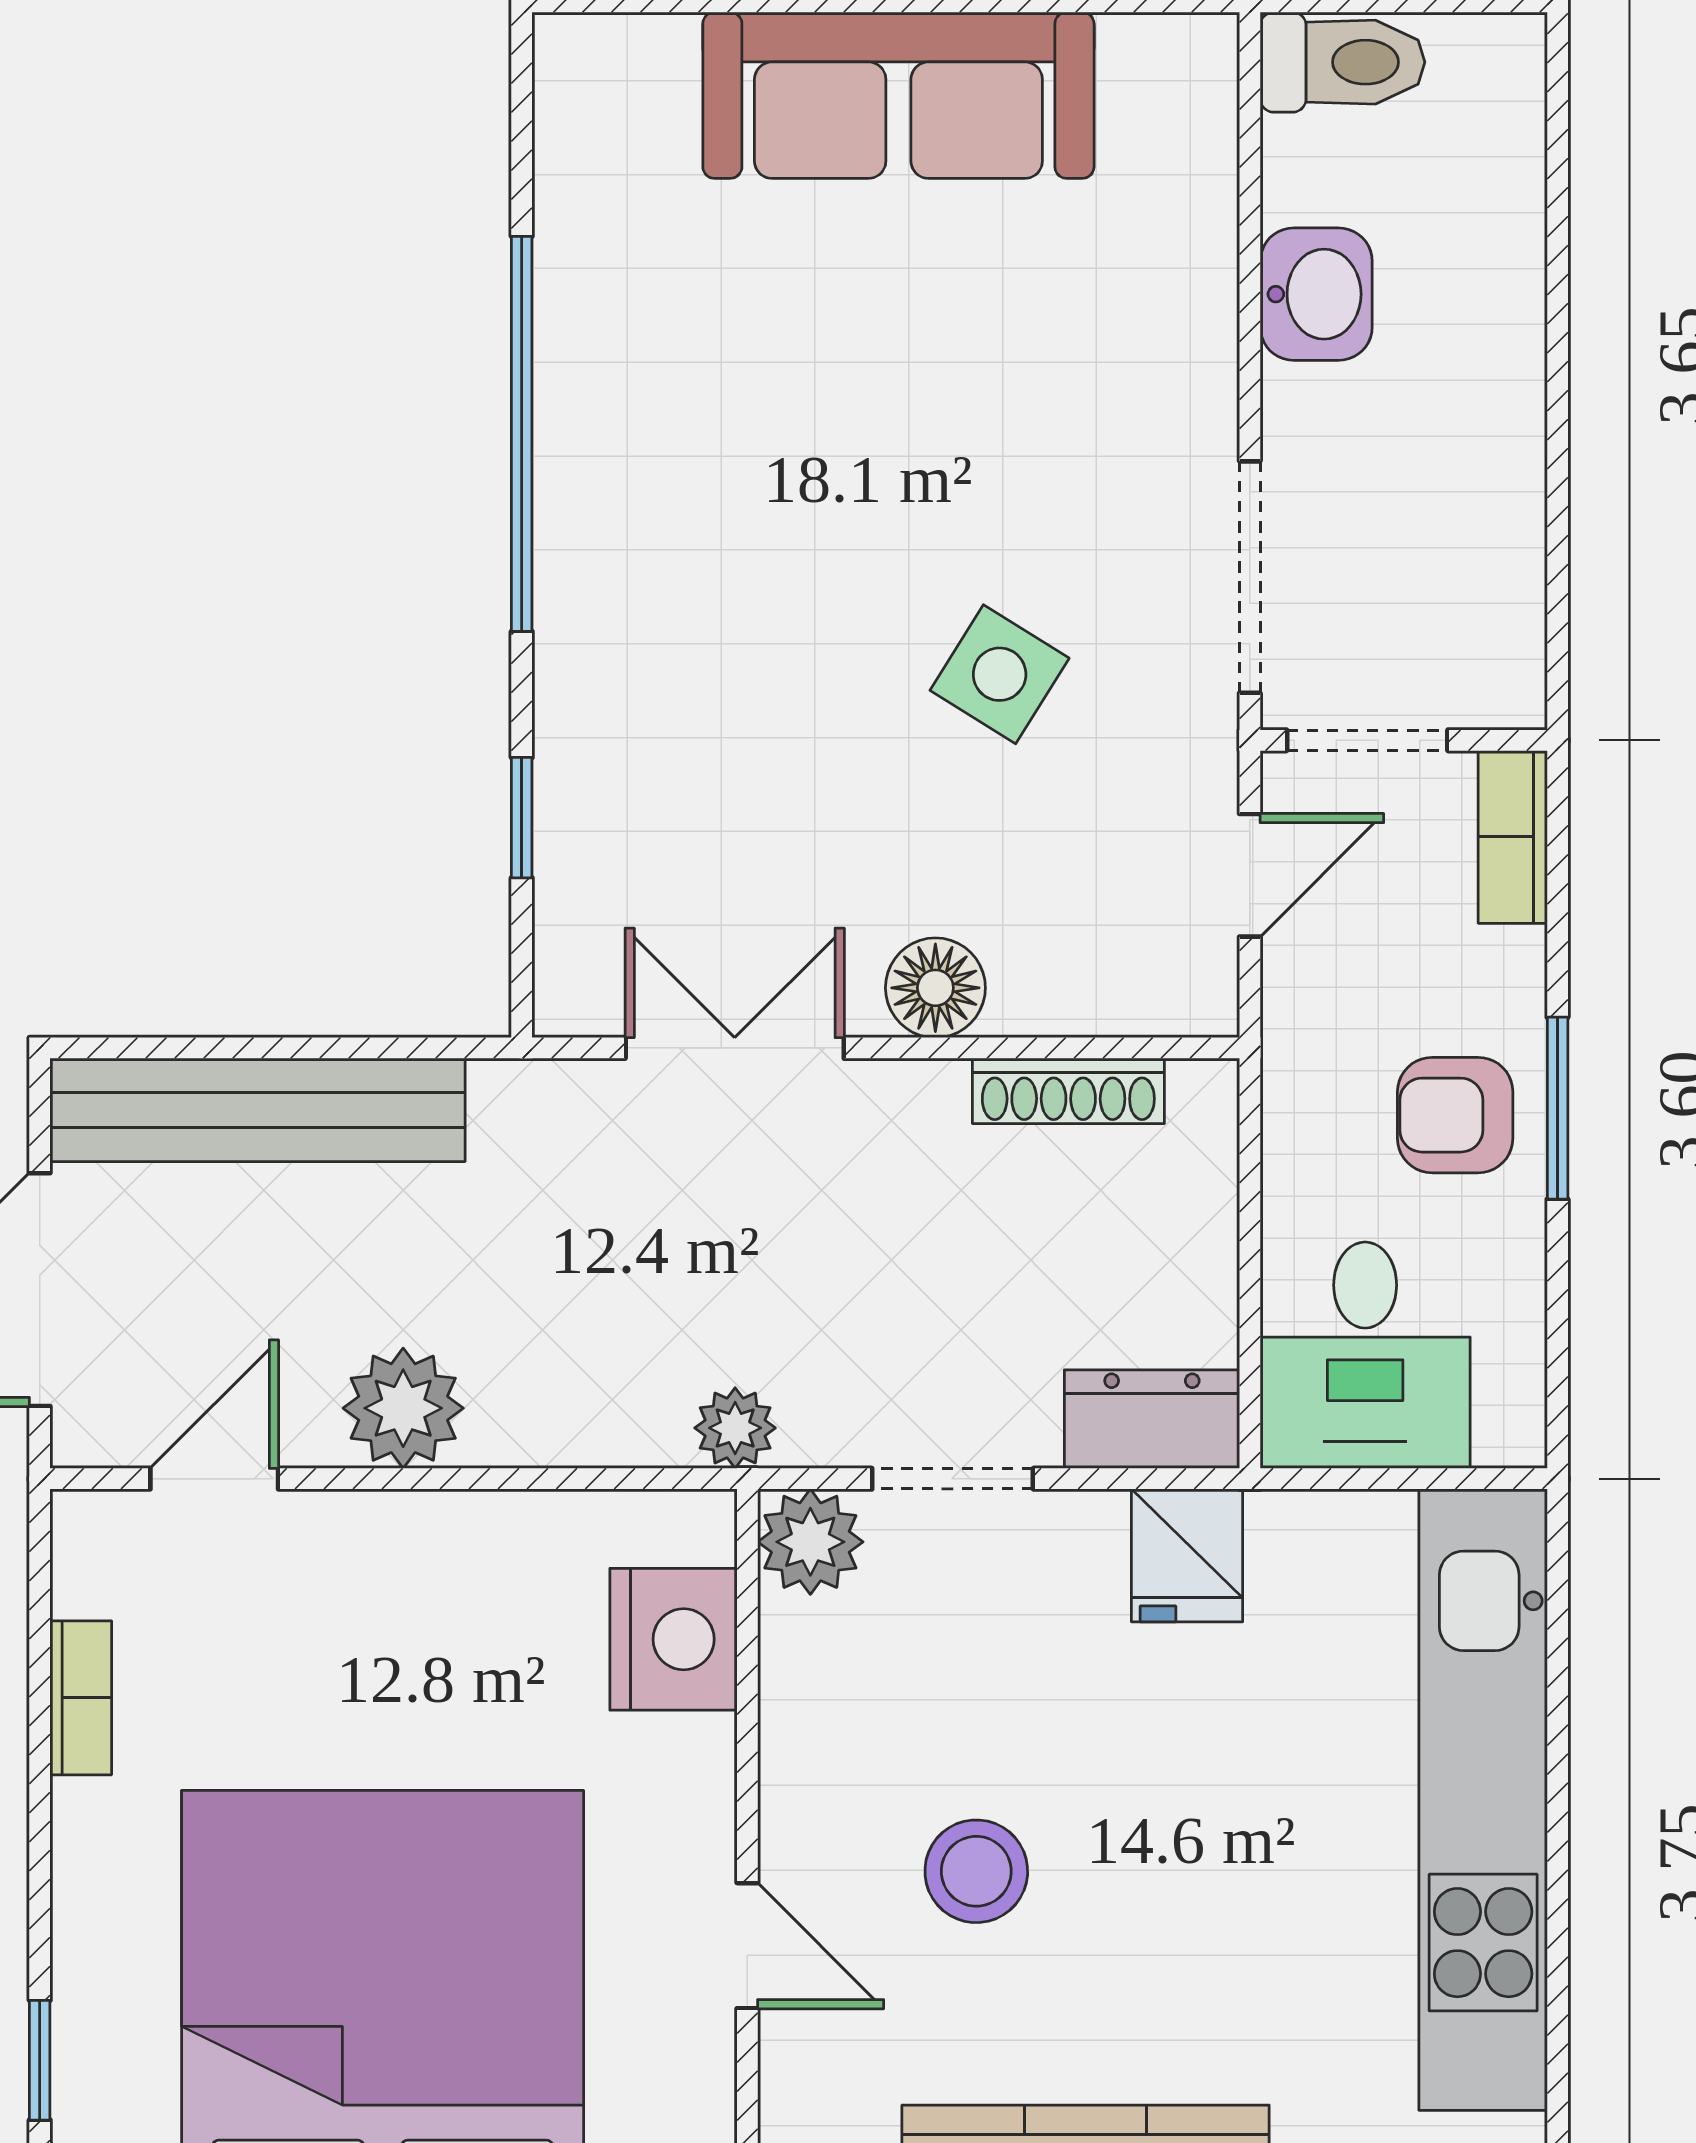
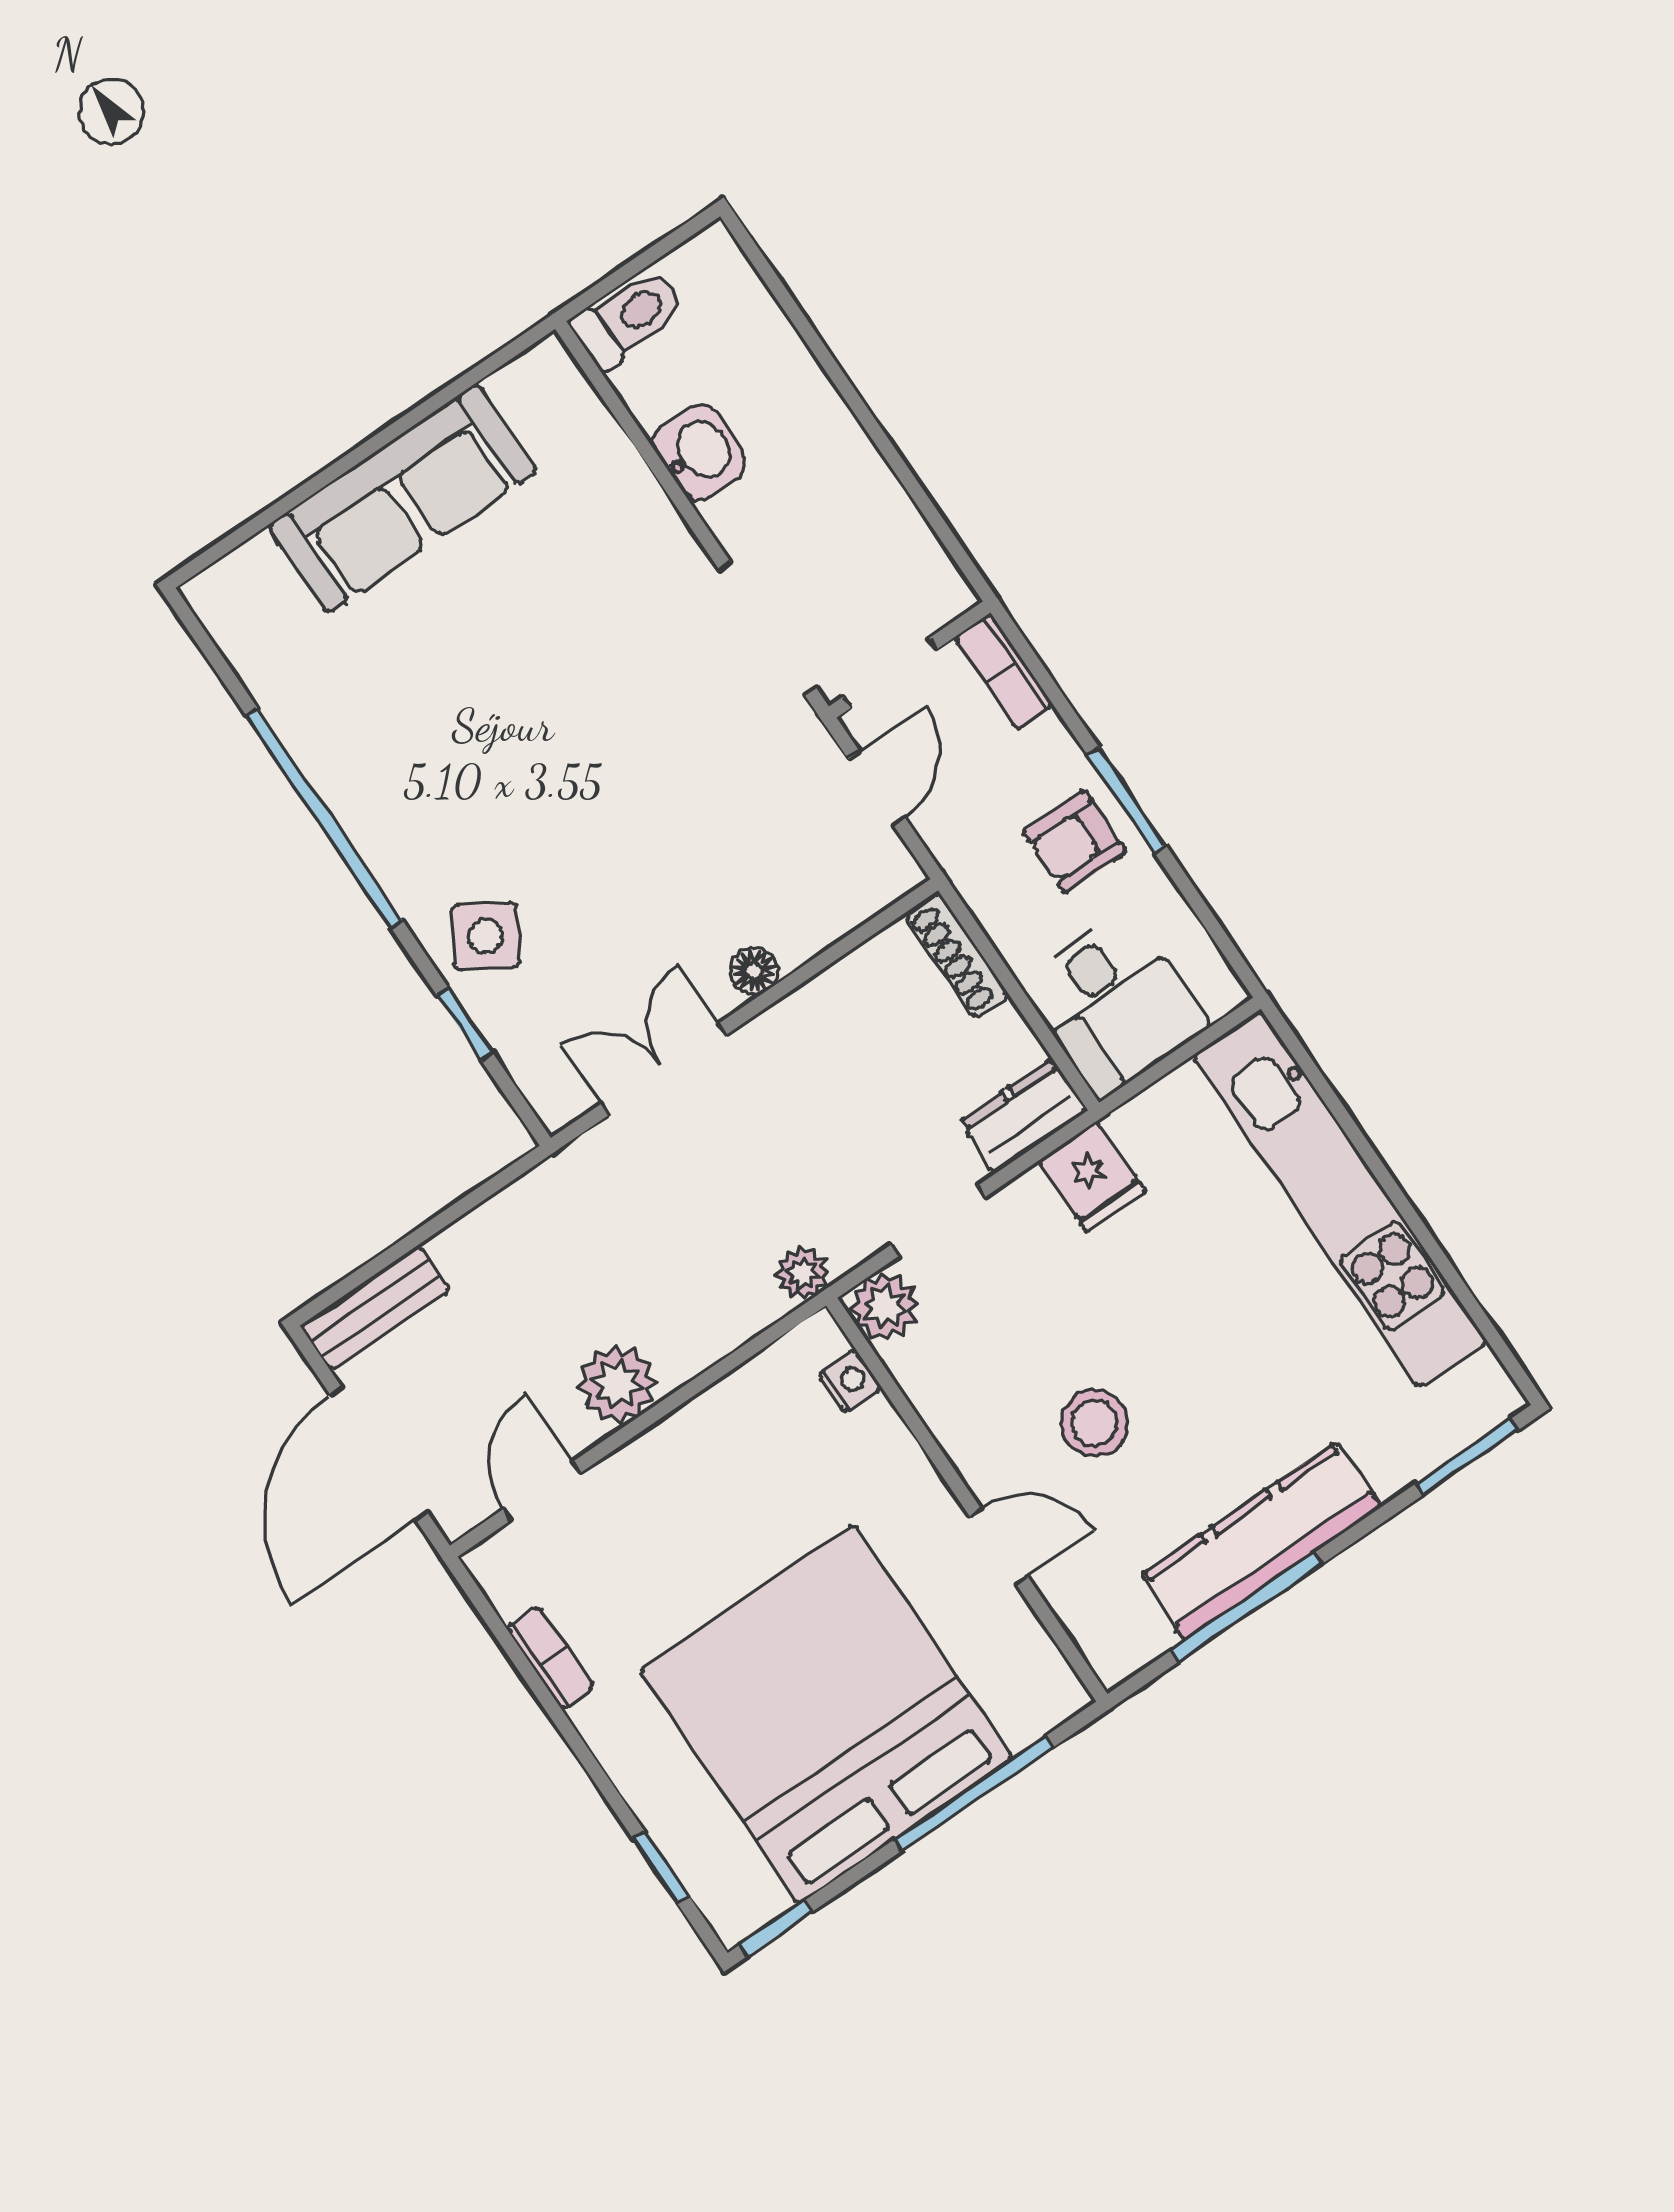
side table: (1000, 674) -> (486, 936), moved
floor lamp: (935, 988) -> (754, 971), width x0.73, depth x0.73
shoe rack: (1068, 1091) -> (957, 956), moved, turned 90
bench: (257, 1110) -> (375, 1308), width x0.54, depth x0.82
nightstand: (673, 1639) -> (850, 1381), width x0.53, depth x0.56

